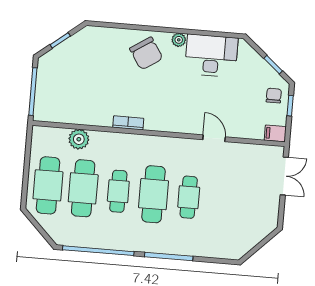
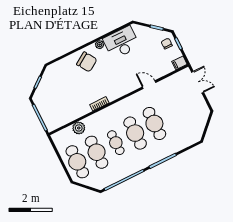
cafe table: (189, 197) -> (154, 123), width x1.37, depth x1.35

